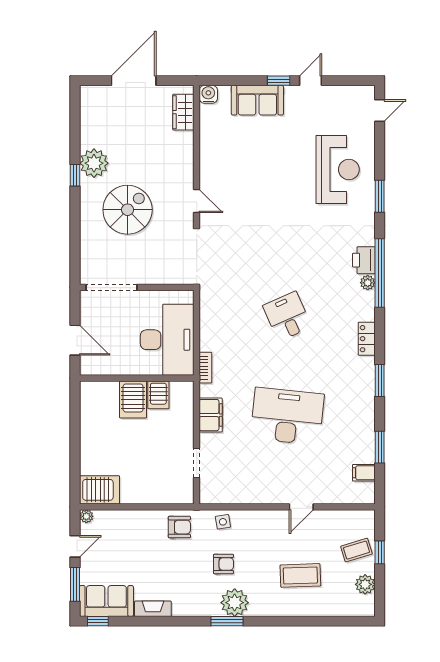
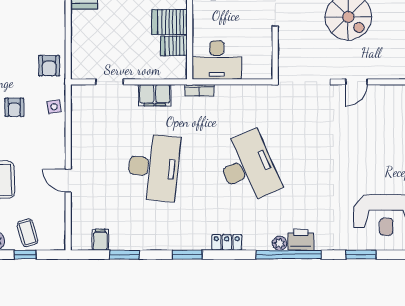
desk: (287, 316) -> (248, 167), width x1.87, depth x1.30
desk: (167, 340) -> (217, 60), width x0.73, depth x0.77

